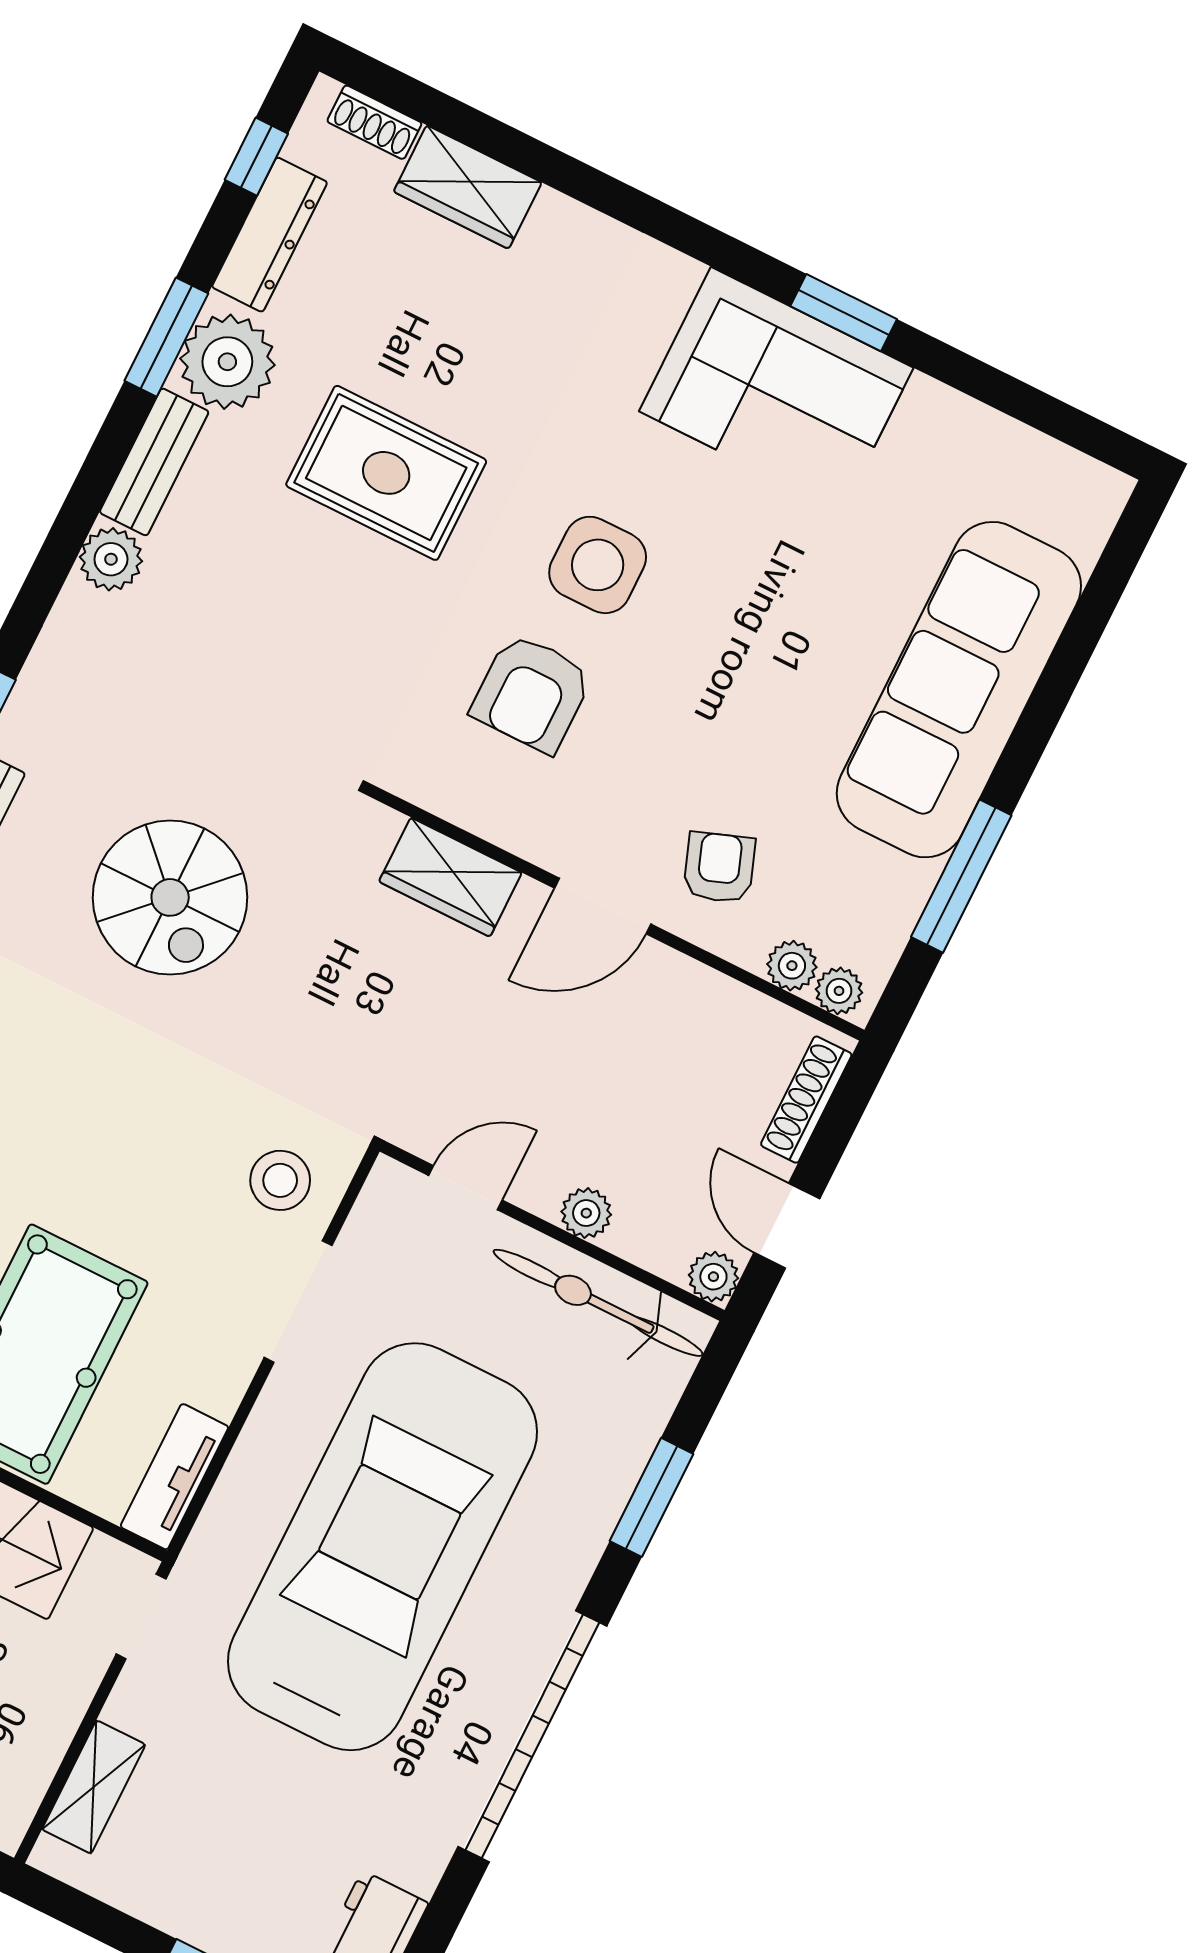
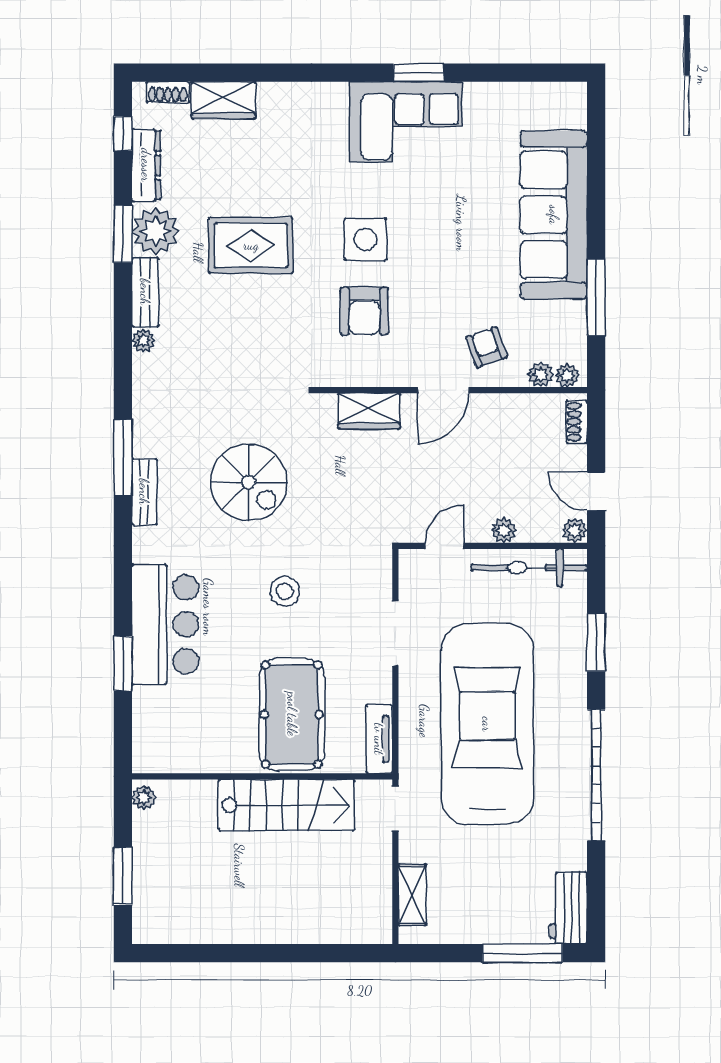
plant: (111, 559) -> (143, 341), width x0.73, depth x0.73
shoe rack: (806, 1100) -> (577, 422), width x0.70
stool: (280, 1180) -> (285, 591), moved

